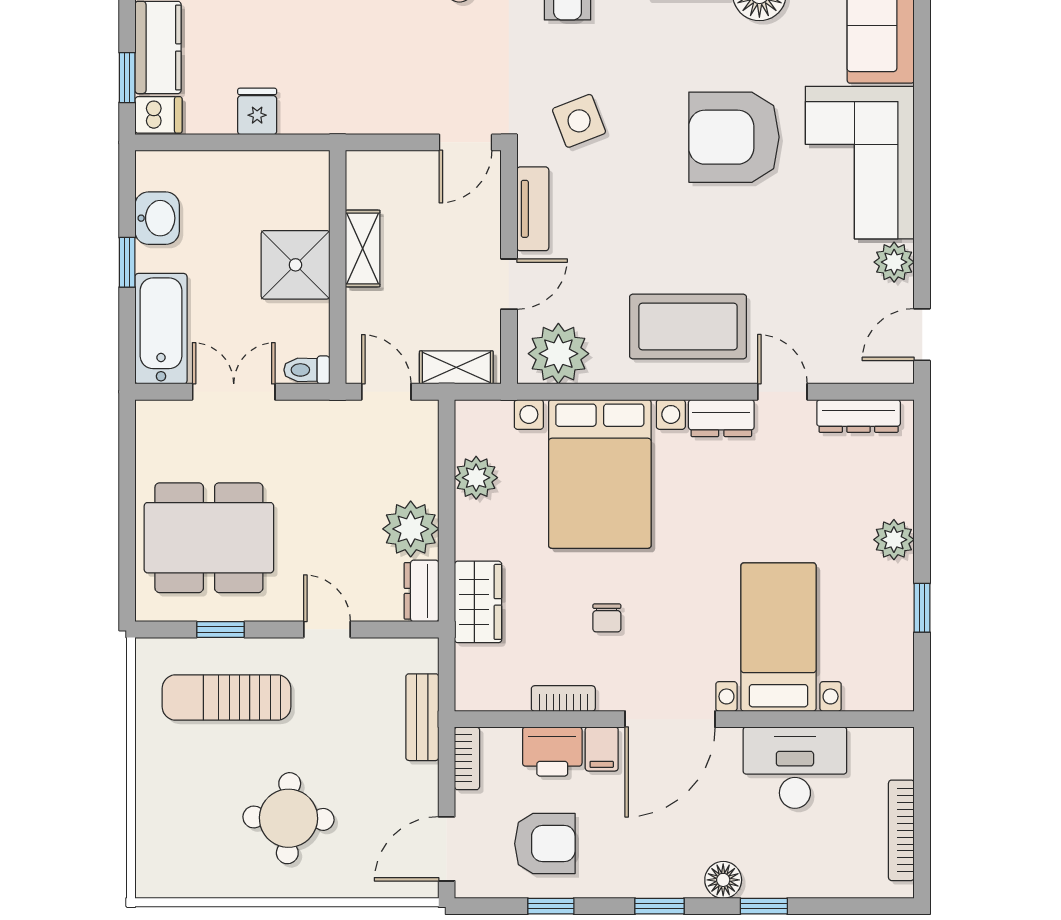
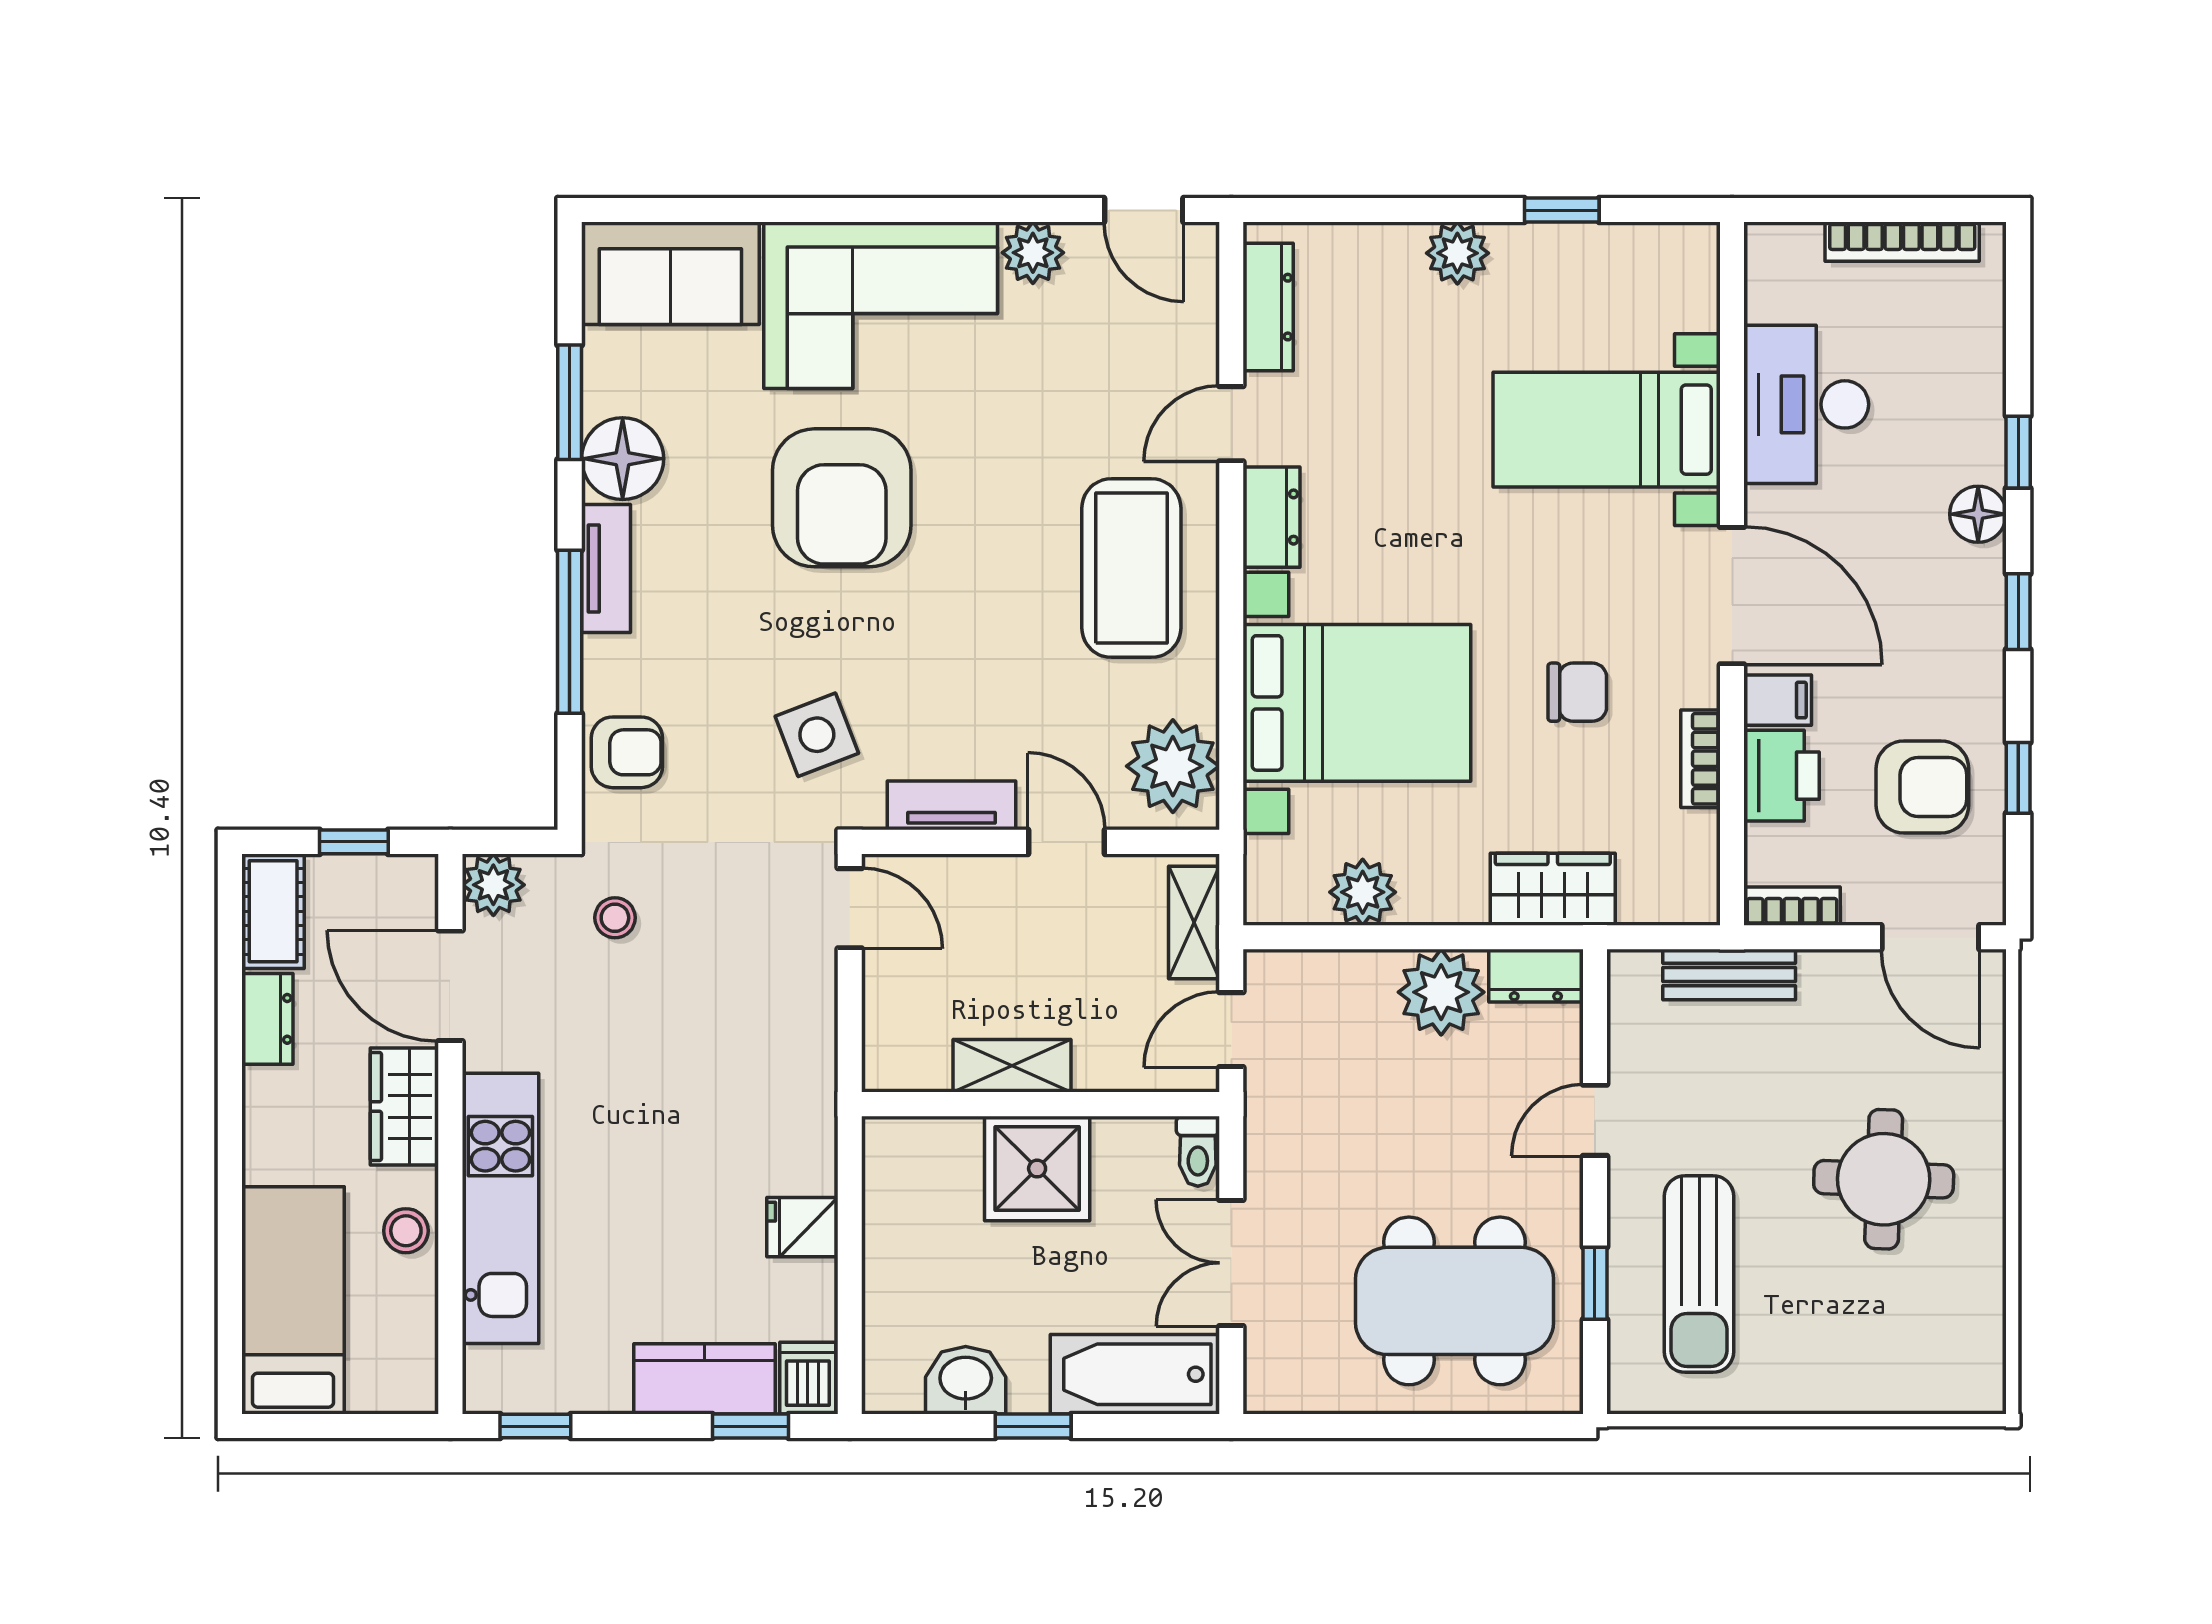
dining table: (209, 538) -> (1455, 1301), turned 90
chair: (607, 618) -> (1577, 692), width x1.37, depth x1.37
armchair: (545, 844) -> (1922, 787), turned 90

